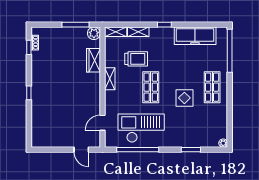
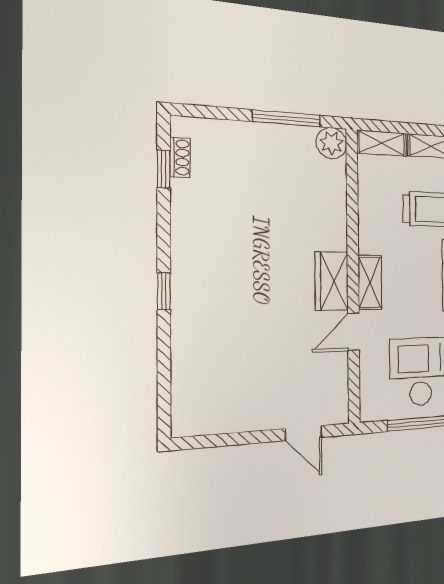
wardrobe: (93, 60) -> (332, 281), moved
shelving: (110, 79) -> (370, 282), moved
door: (103, 123) -> (354, 332), moved

